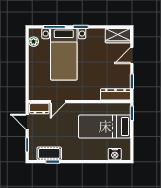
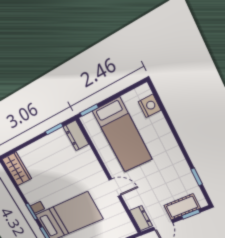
door: (132, 55) -> (27, 143), removed
dresser: (115, 94) -> (76, 135), width x0.70
door: (58, 102) -> (115, 188), moved
cot: (49, 153) -> (182, 207), moved, turned 90

